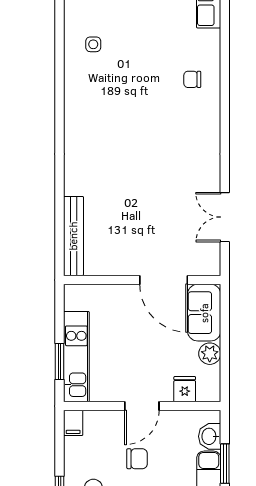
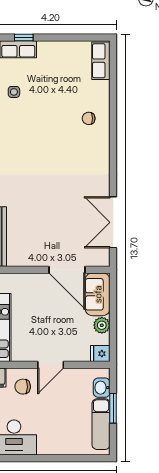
double door: (225, 217) -> (113, 222), width x1.37
fridge: (185, 389) -> (100, 354), moved, turned -90
chair: (137, 459) -> (23, 387), moved, turned 180

